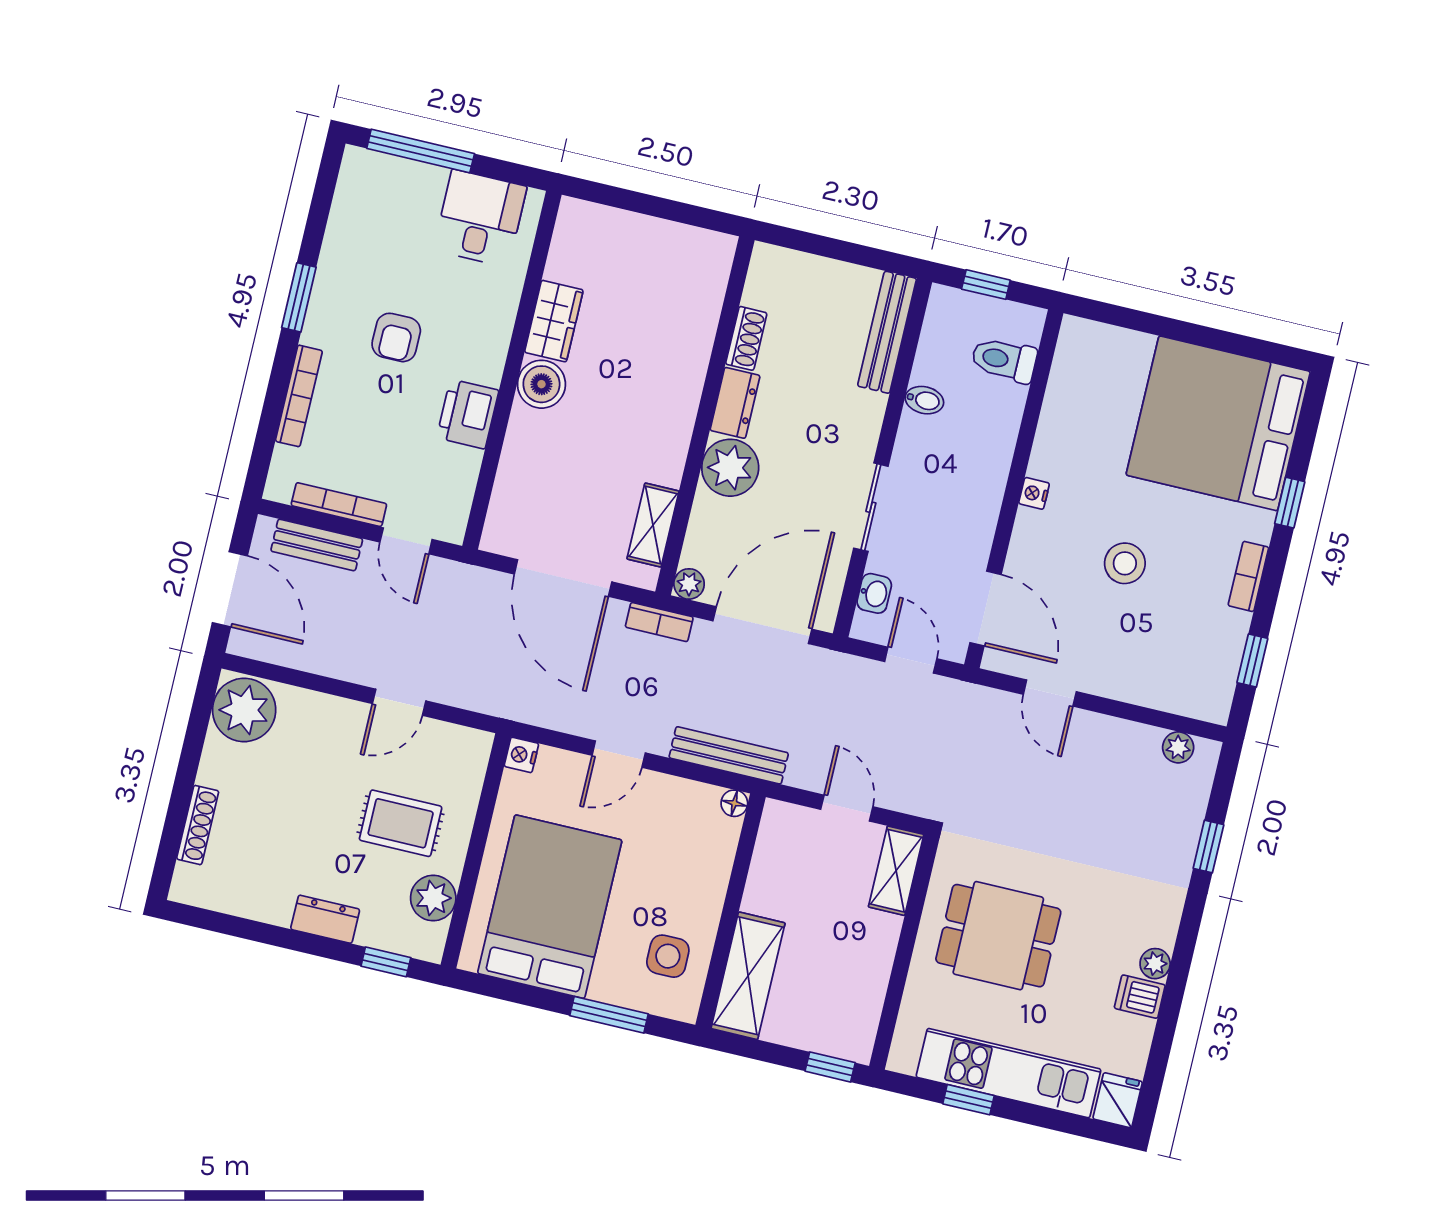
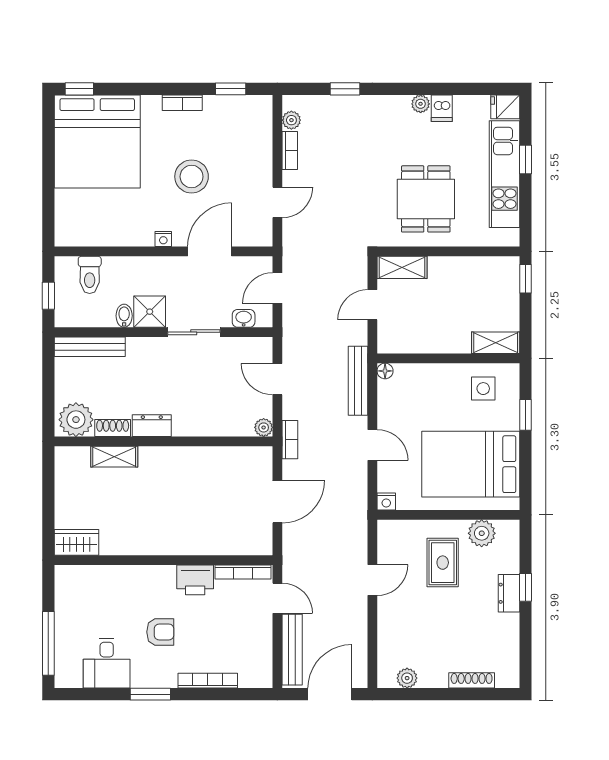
desk: (480, 218) -> (107, 663), moved, turned -90
wardrobe: (554, 321) -> (77, 542), moved
boiler: (541, 384) -> (168, 541), removed
shower: (921, 443) -> (150, 312), added
plant: (730, 468) -> (76, 420), moved
window: (1290, 503) -> (79, 89), moved
bookcase: (339, 505) -> (243, 572), moved, turned -90
shelving: (653, 525) -> (114, 457), moved
door: (406, 541) -> (277, 598), hinge flipped
bench: (317, 545) -> (292, 650), width x1.36
stool: (1125, 563) -> (192, 177), width x1.38, depth x1.38
door: (563, 578) -> (277, 502), width x0.73
door: (985, 609) -> (210, 251), moved
door: (762, 625) -> (277, 379), width x0.53
door: (399, 702) -> (372, 580), hinge flipped
plant: (244, 710) -> (407, 678), width x0.53, depth x0.53
bookcase: (1130, 733) -> (290, 150), added
window: (386, 962) -> (525, 587), moved
shelving: (748, 976) -> (496, 343), width x0.67, depth x0.75
window: (609, 1015) -> (525, 415), width x0.67
window: (969, 1100) -> (525, 160), moved

